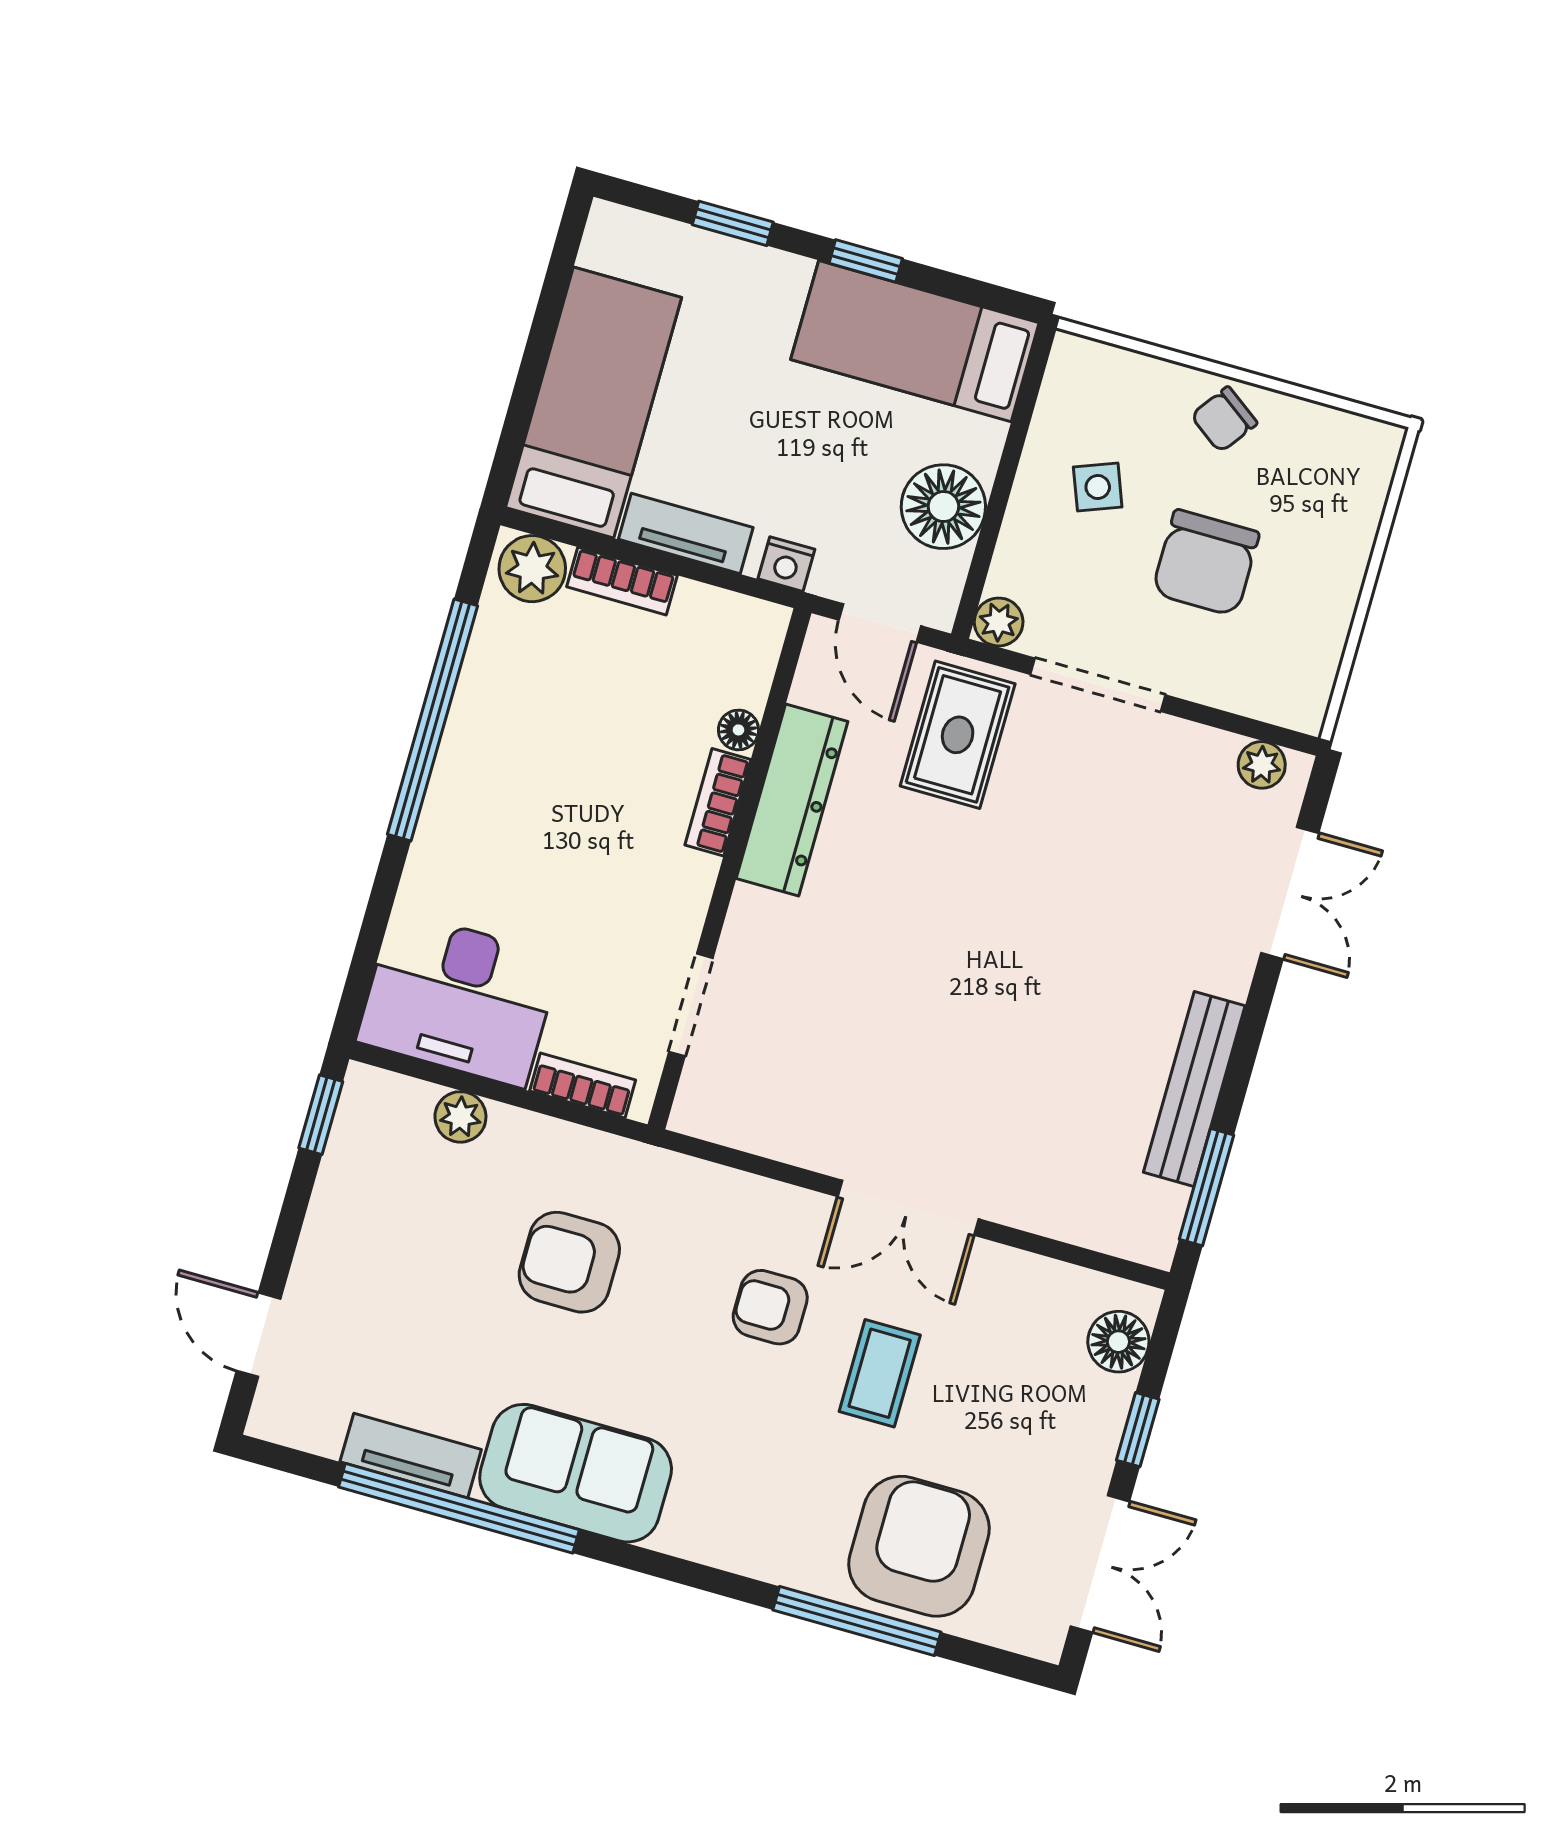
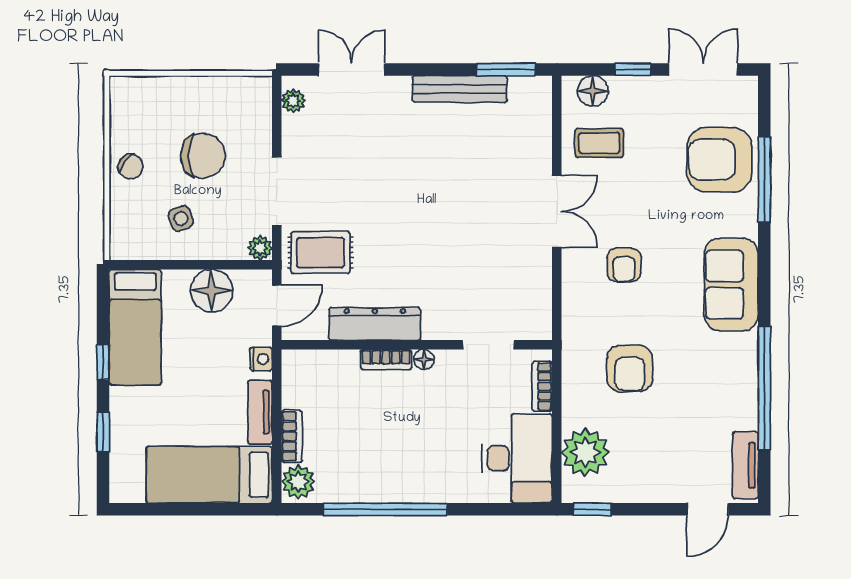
floor lamp: (738, 730) -> (424, 359), moved
plant: (460, 1117) -> (585, 452), width x1.87, depth x1.87
coffee table: (880, 1373) -> (599, 143), moved
tv unit: (411, 1456) -> (745, 465), moved
sofa: (576, 1473) -> (731, 285), moved

